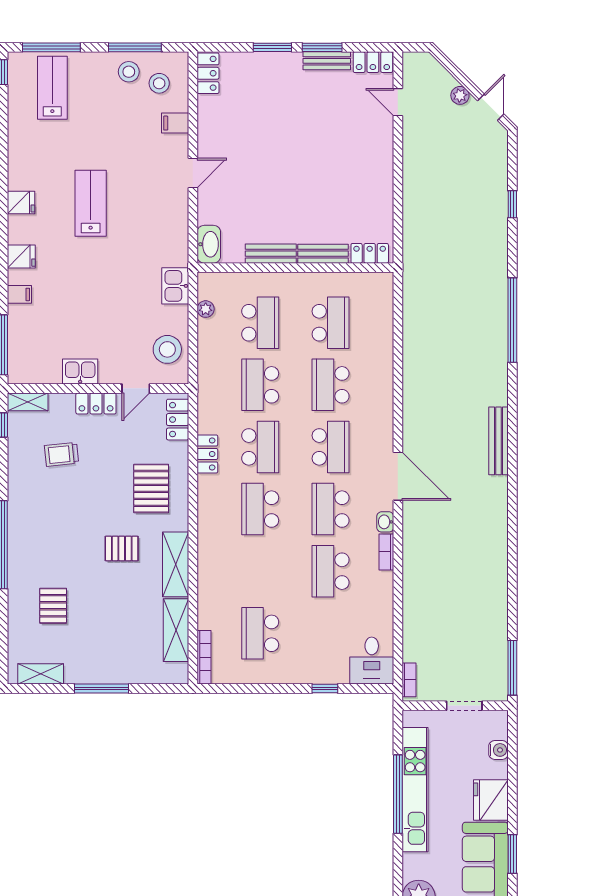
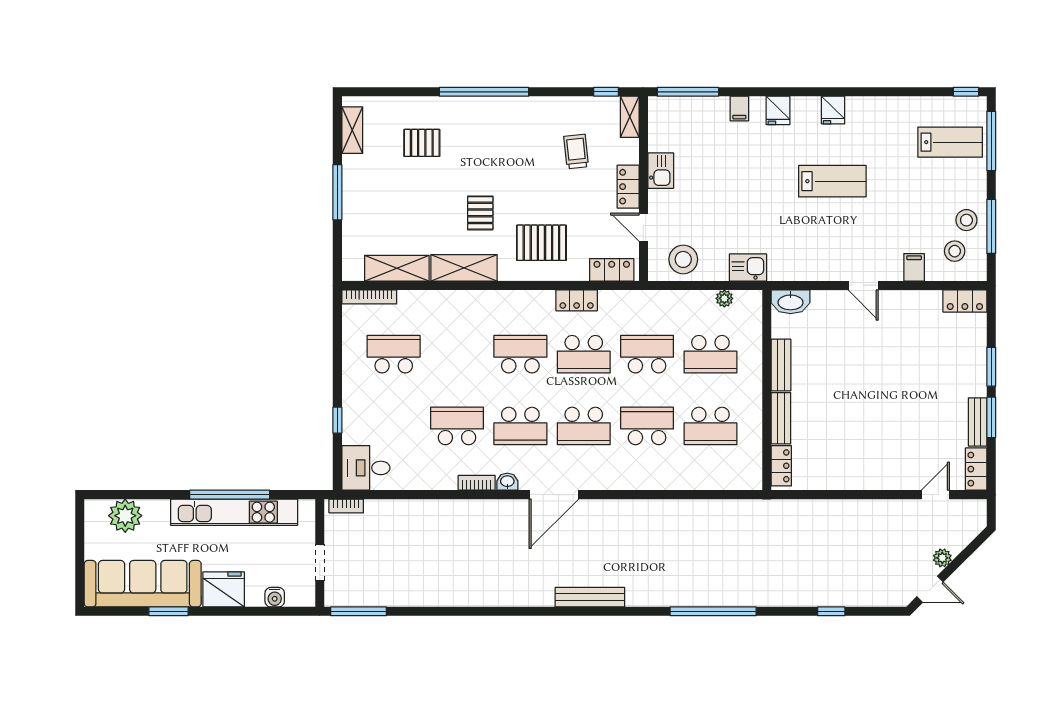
school desk: (331, 509) -> (520, 426), turned 180

